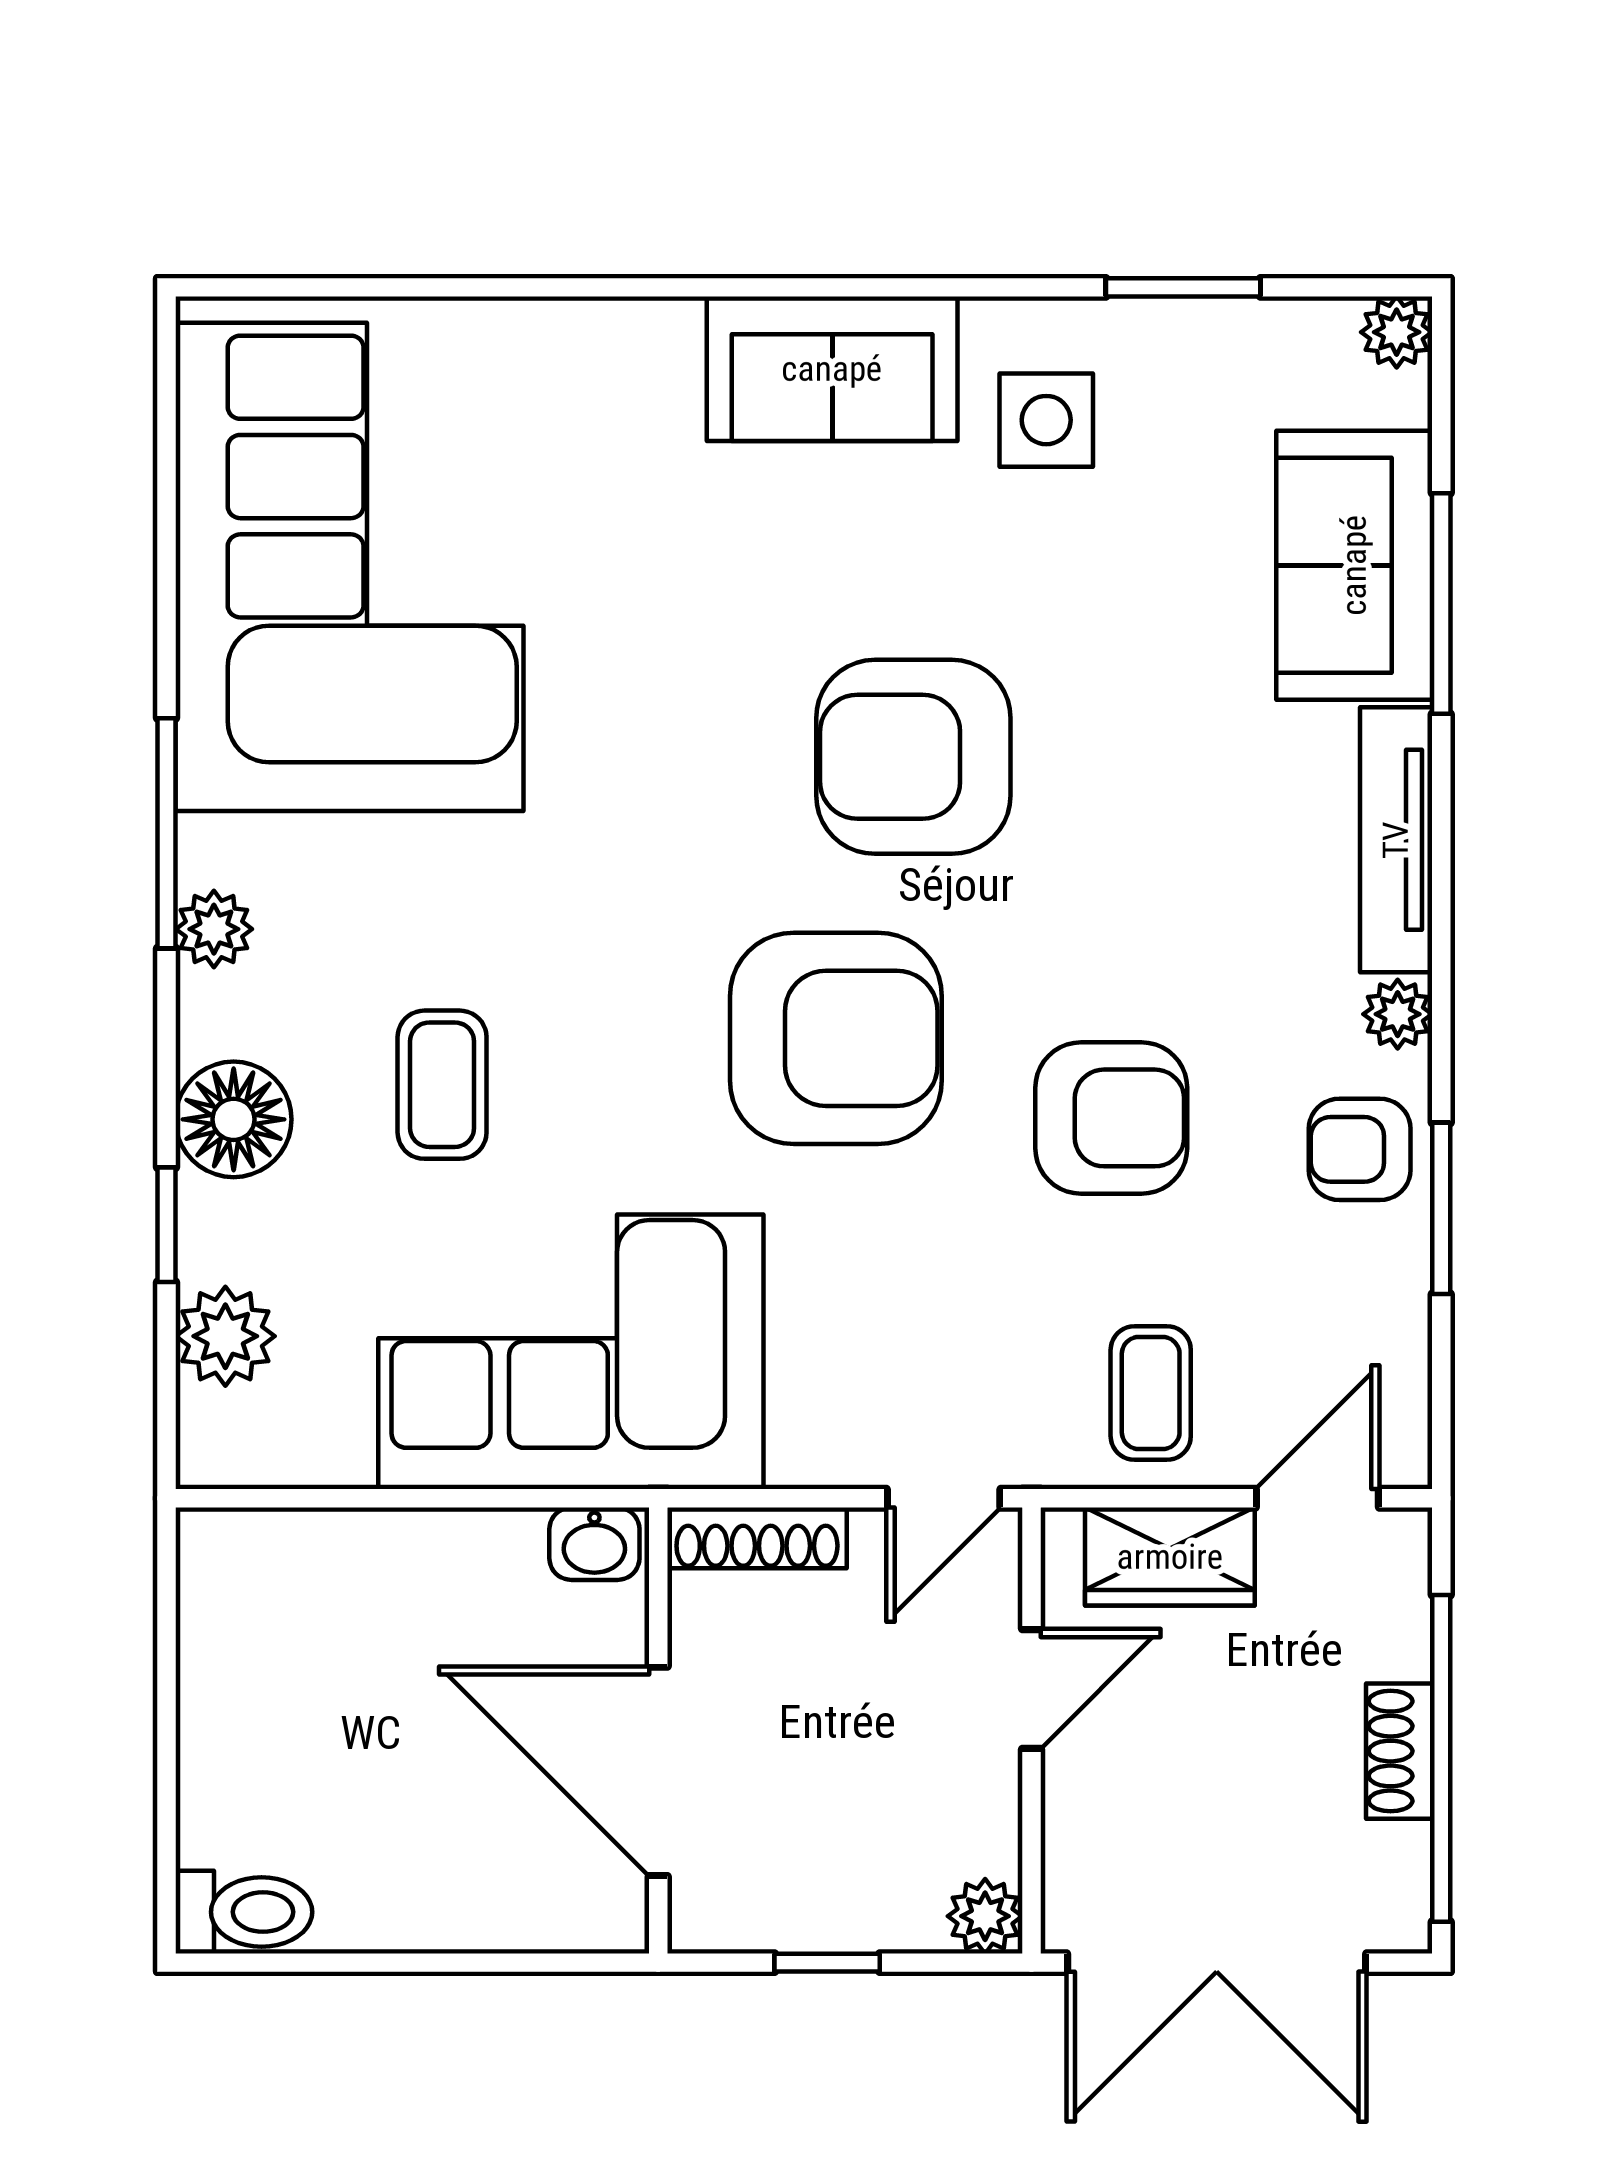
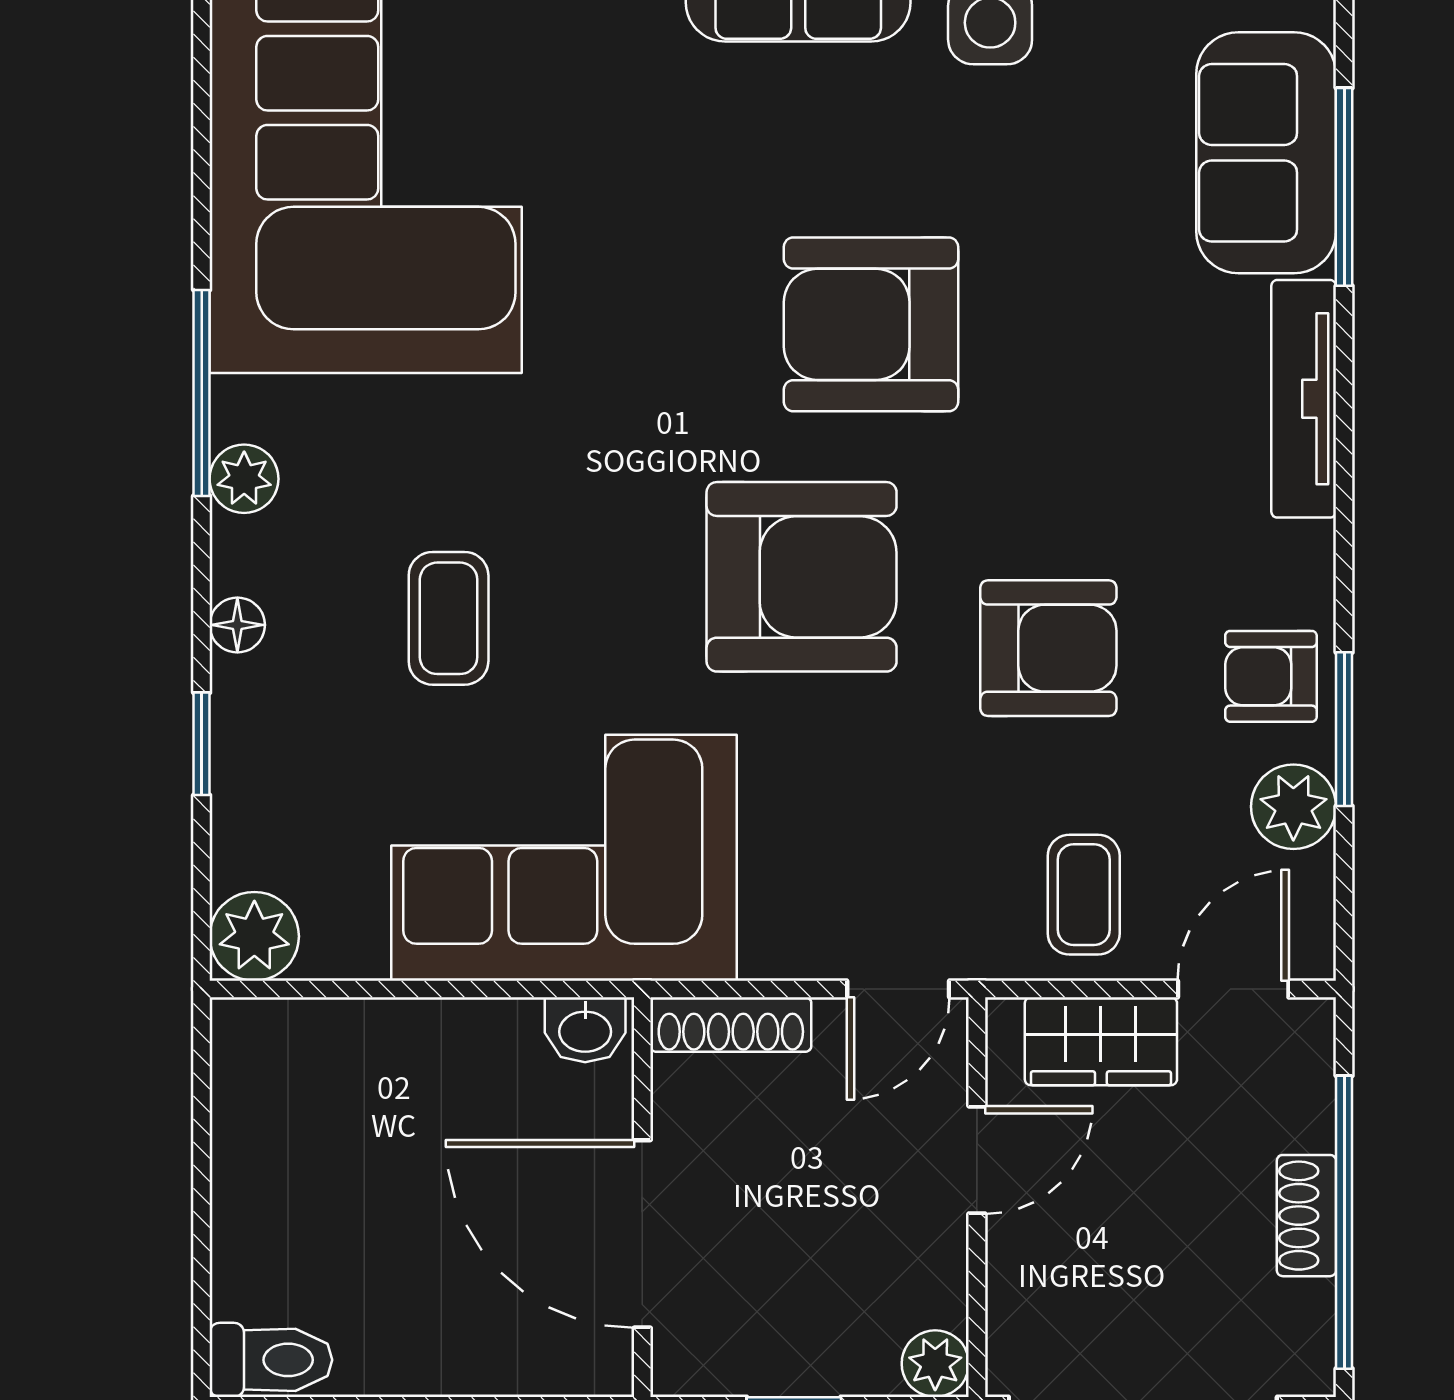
plant: (1398, 1014) -> (1293, 807), moved, width x1.38, depth x1.38
floor lamp: (234, 1119) -> (237, 625), width x0.53, depth x0.53
plant: (225, 1336) -> (254, 936), moved

